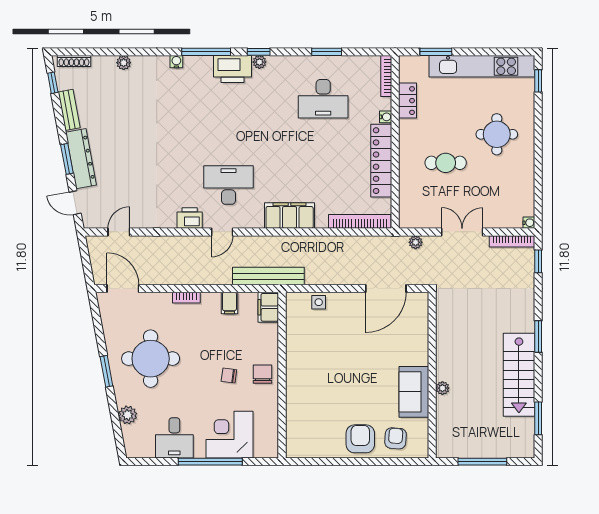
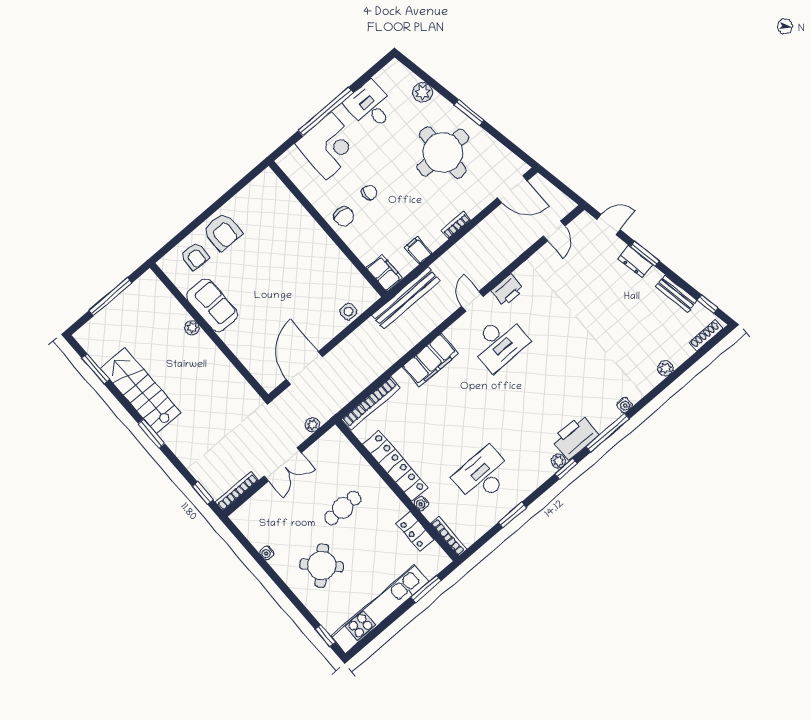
round table: (497, 134) -> (322, 565), turned 45
dresser: (81, 159) -> (635, 262), width x0.51, depth x0.80
water cooler: (529, 223) -> (267, 553), moved

